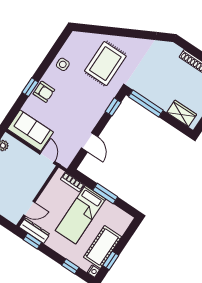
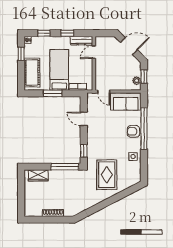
window: (30, 87) -> (144, 129), width x3.17
window: (32, 241) -> (67, 33), moved
cot: (103, 247) -> (32, 73), moved

